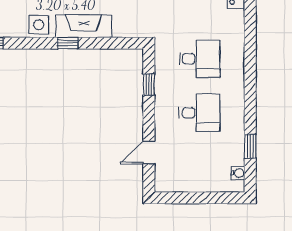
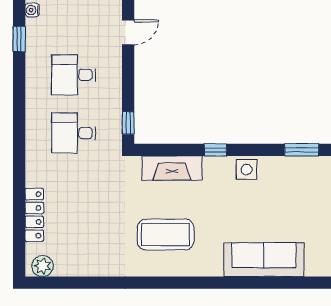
fireplace: (84, 26) -> (172, 168), moved
window: (149, 84) -> (128, 123), moved

